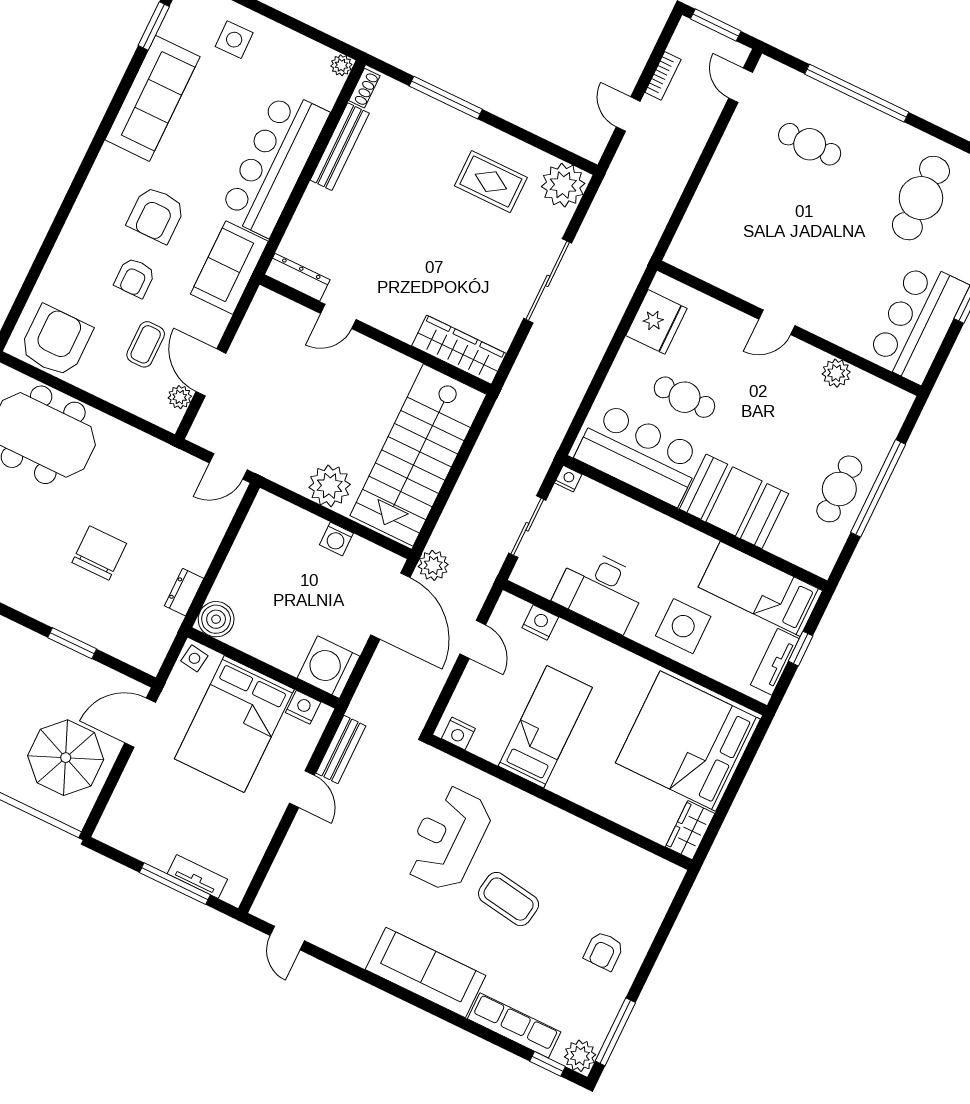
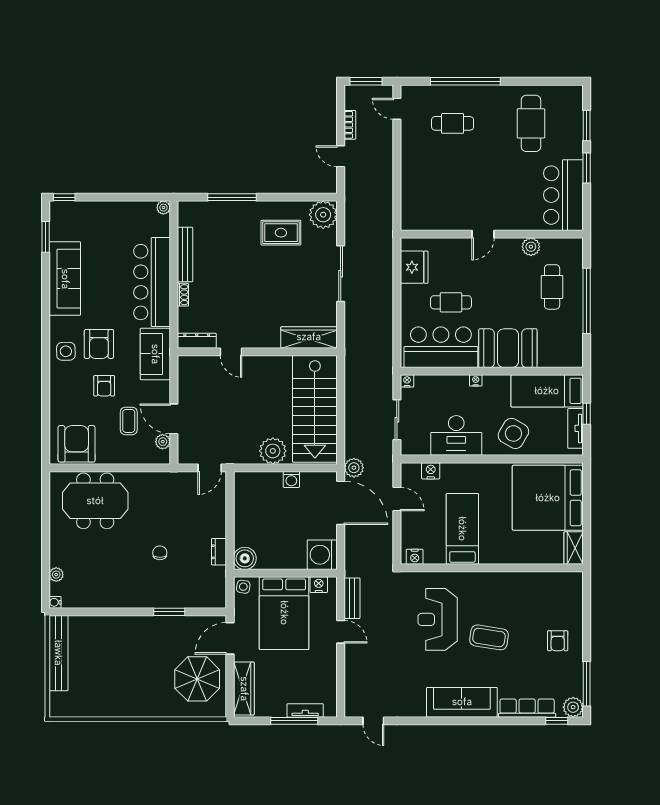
side table: (234, 40) -> (66, 351), moved
shoe rack: (364, 88) -> (183, 295), moved
door: (338, 316) -> (231, 352), hinge flipped
cafe table: (839, 489) -> (552, 287), moved
nightstand: (666, 525) -> (476, 380), added
chair: (99, 553) -> (160, 553), width x0.54, depth x0.54
side table: (683, 626) -> (513, 433), turned 30
wardrobe: (125, 803) -> (244, 689), added

